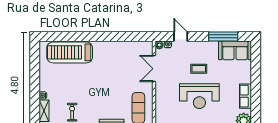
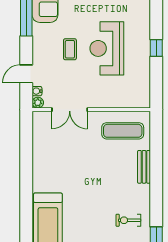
reception desk: (199, 96) -> (107, 48), turned 180

